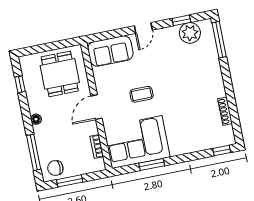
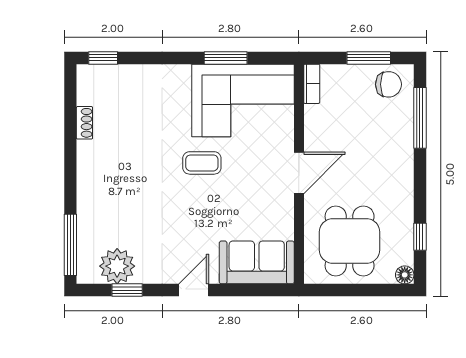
coffee table: (142, 94) -> (202, 163), moved
shoe rack: (225, 111) -> (84, 123), width x0.70
floor lamp: (36, 119) -> (405, 275), moved
bookcase: (97, 146) -> (312, 84), moved

